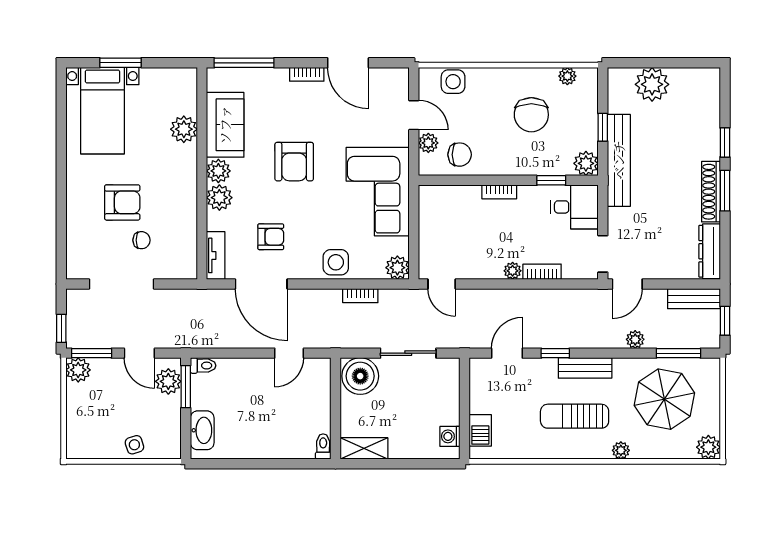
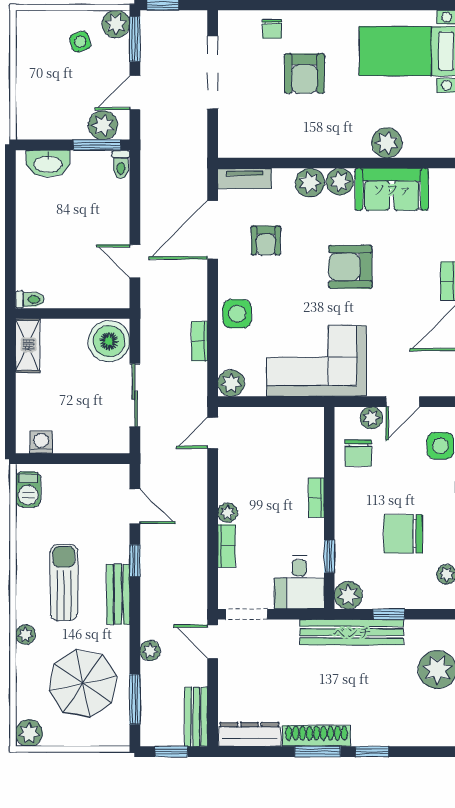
chair: (141, 240) -> (272, 29), moved
barbecue: (480, 430) -> (28, 489), moved, turned -90
side table: (134, 445) -> (80, 42), moved

